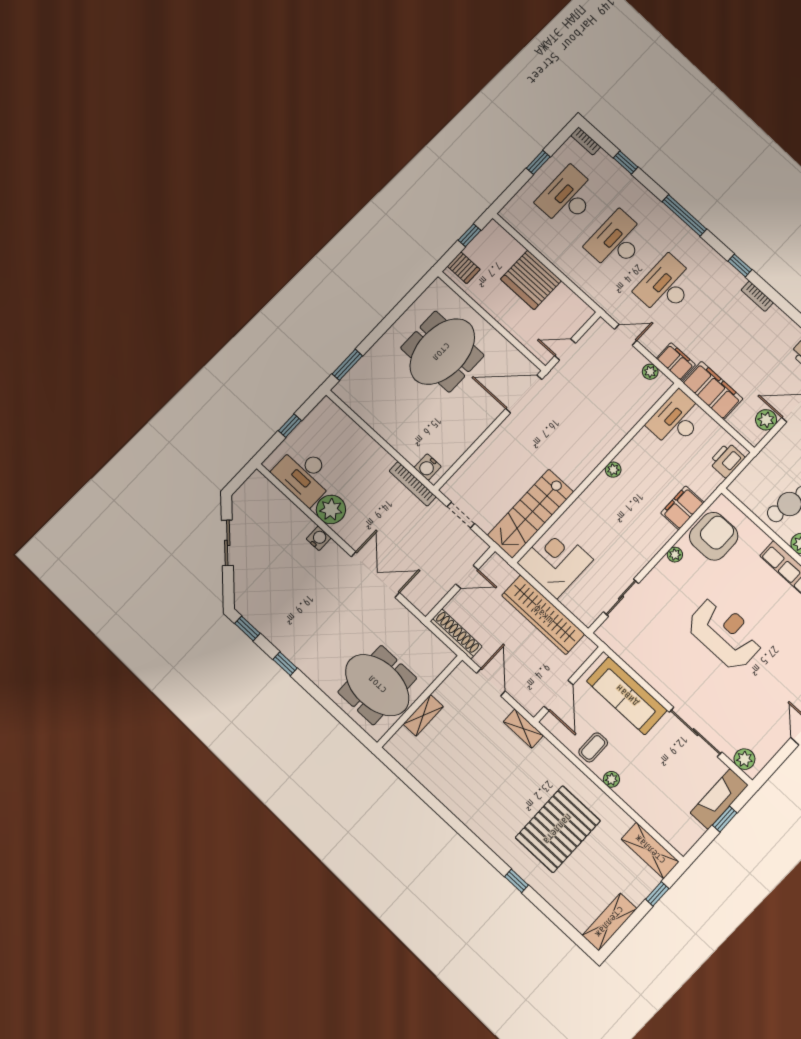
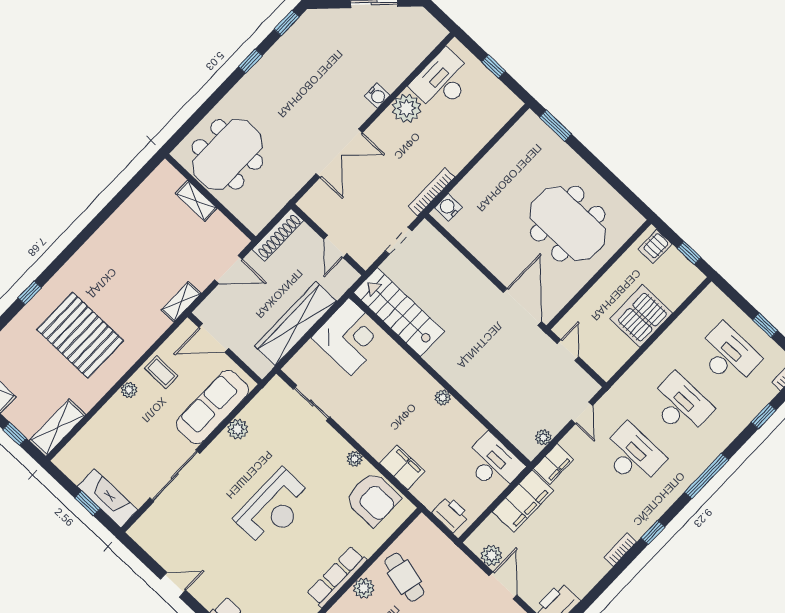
plant: (744, 759) -> (238, 429), moved

